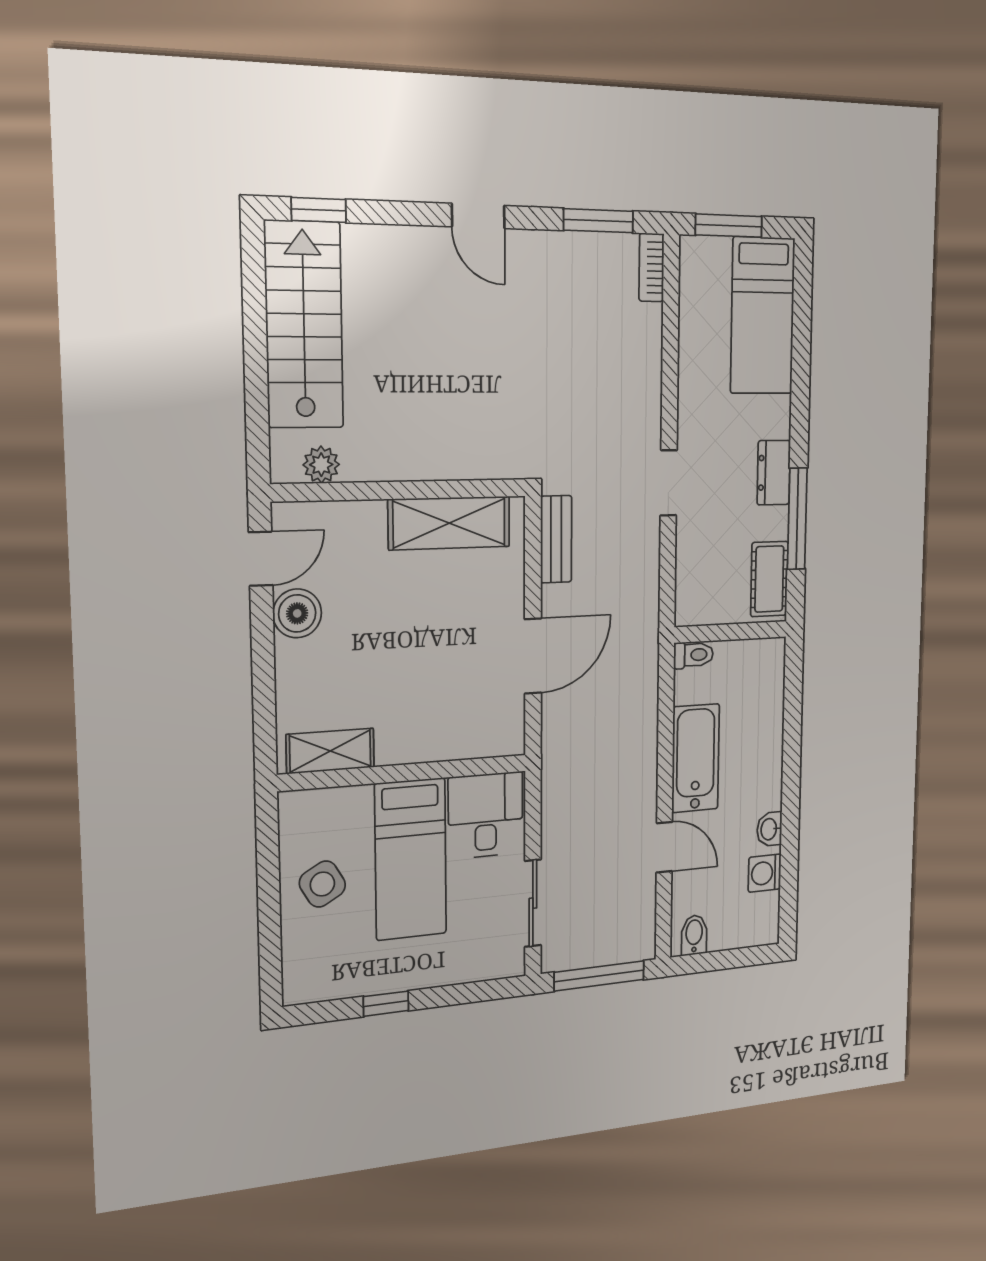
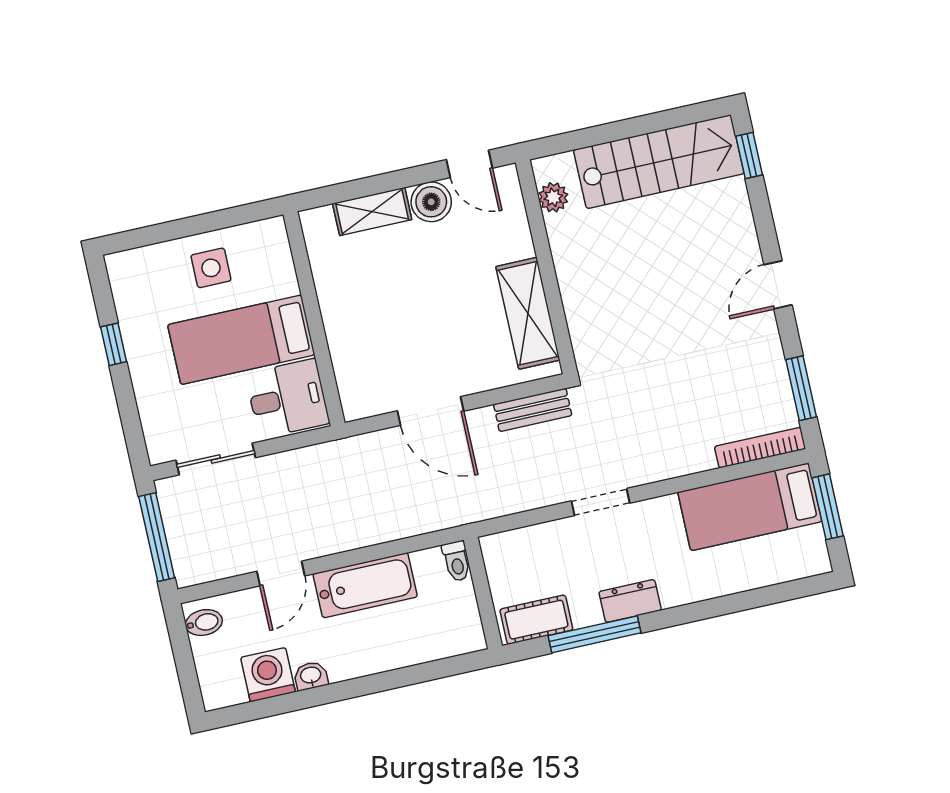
bookcase: (651, 267) -> (760, 448), width x1.56
bed: (763, 316) -> (750, 507), moved
shelving: (330, 751) -> (372, 212), moved, turned 90
washing machine: (765, 873) -> (268, 675), width x1.38, depth x1.38
side table: (322, 884) -> (211, 268), turned 30

